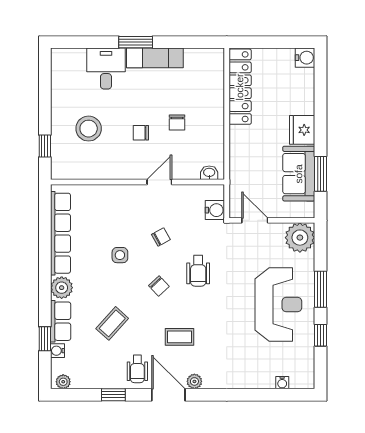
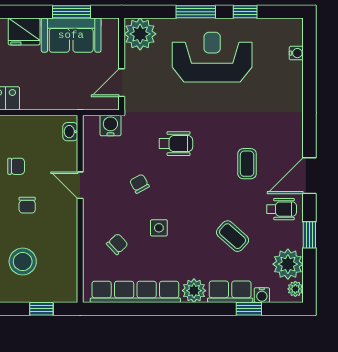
chair: (159, 286) -> (117, 244), moved
plant: (194, 381) -> (288, 264), moved, width x1.88, depth x1.88

